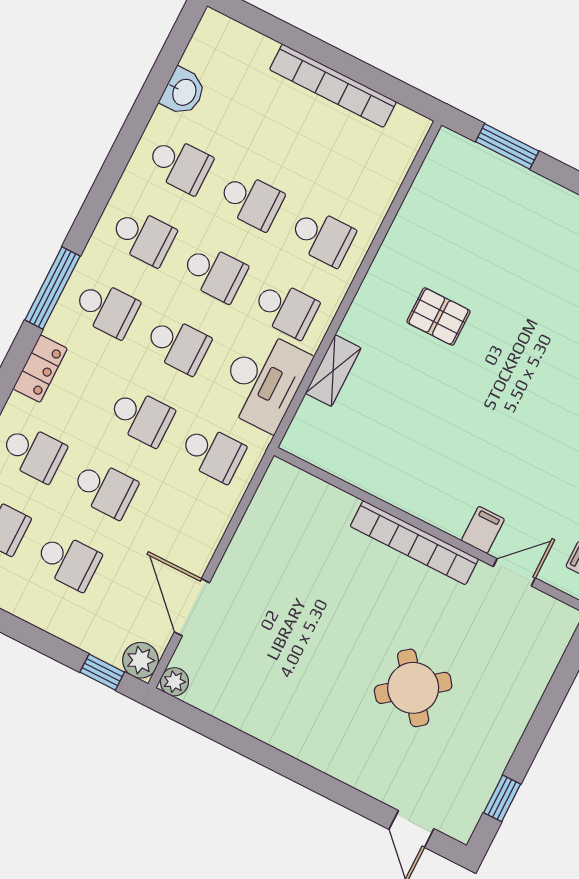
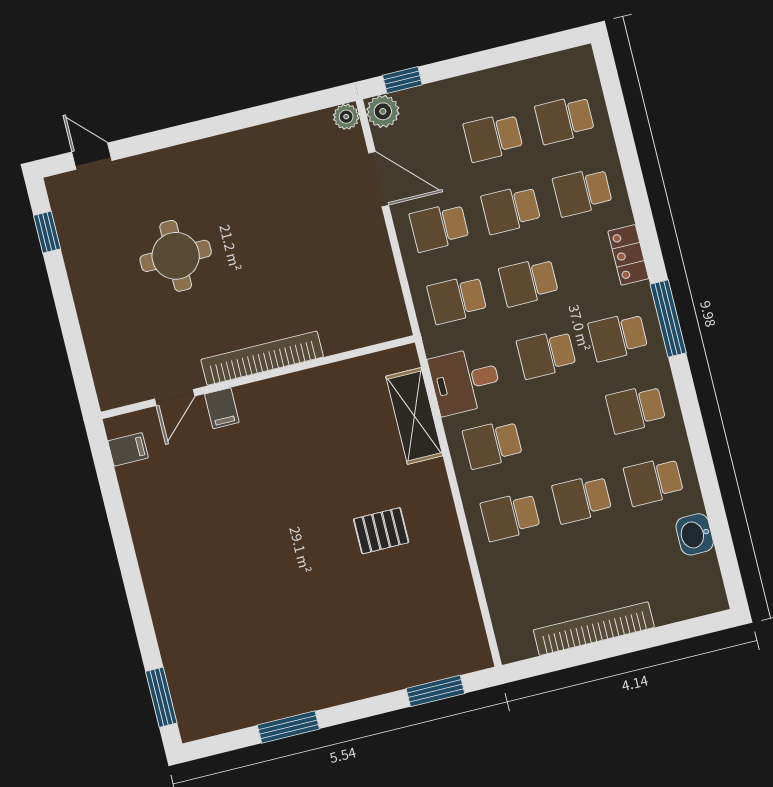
school desk: (214, 273) -> (439, 227), moved
shelving: (333, 371) -> (414, 416), width x1.50, depth x1.33
desk: (263, 380) -> (465, 381), width x0.73
round table: (413, 688) -> (176, 256), turned 38

